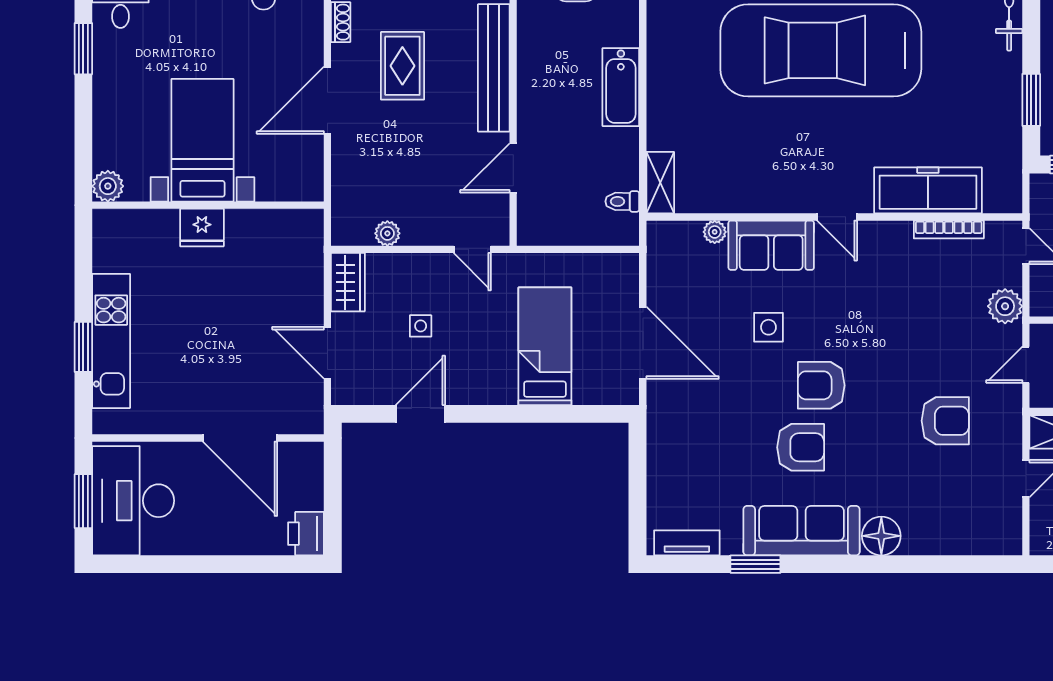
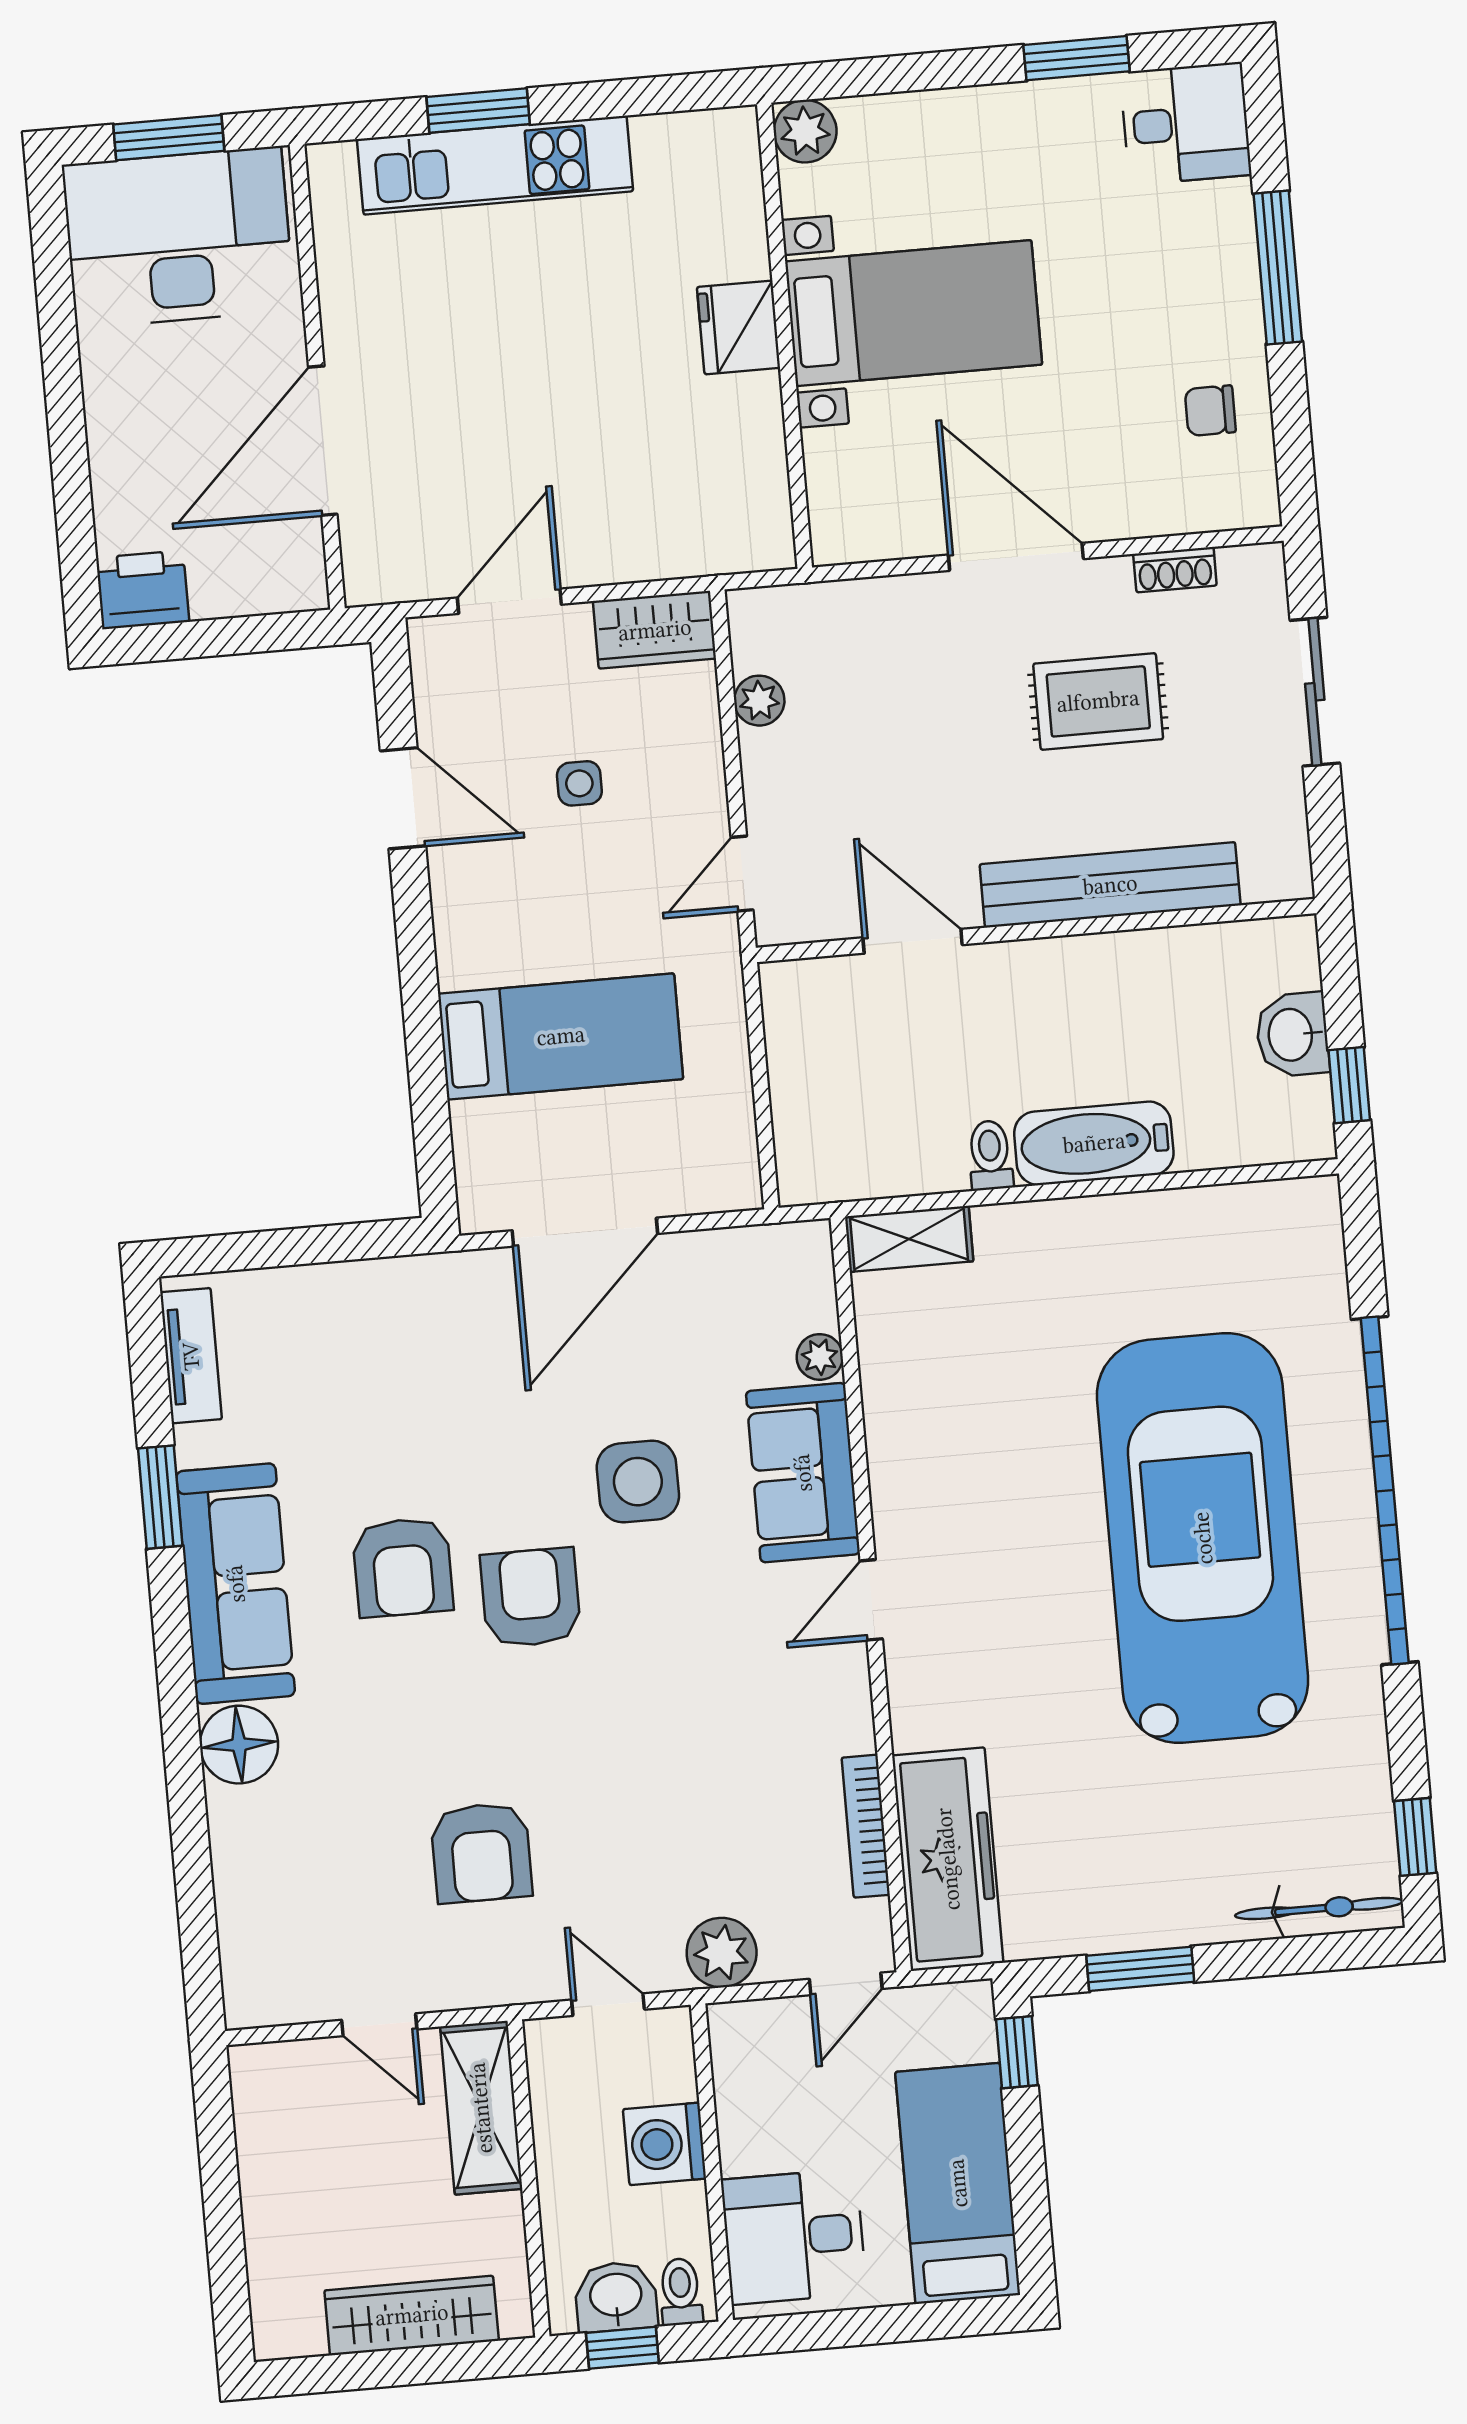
freezer: (928, 190) -> (948, 1859), moved
toilet: (622, 201) -> (990, 1155), moved
side table: (768, 327) -> (638, 1482), width x1.37, depth x1.37

